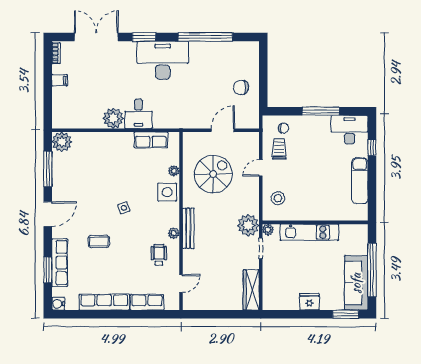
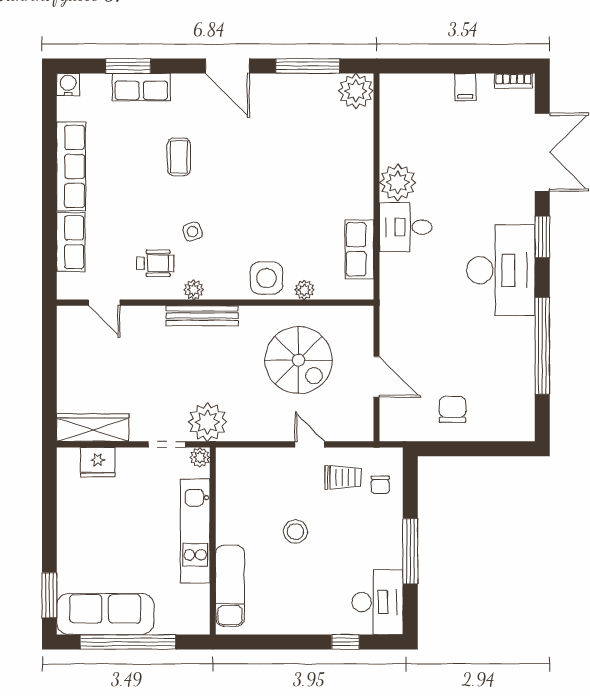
exam couch: (360, 181) -> (230, 586), moved, turned 90
stool: (278, 198) -> (295, 532), moved
side table: (124, 208) -> (192, 232), moved
row of seats: (60, 263) -> (141, 87), width x0.68
fridge: (309, 302) -> (98, 462), moved, turned 90

